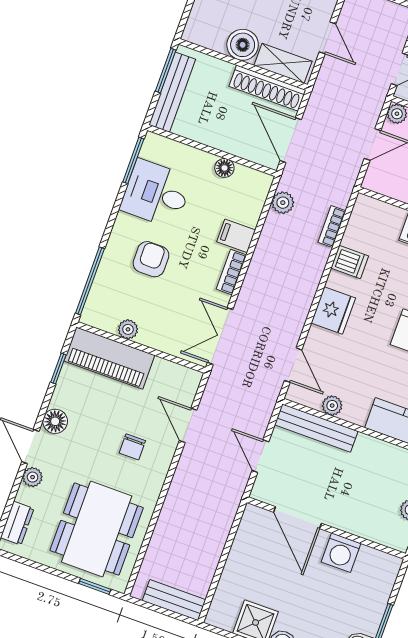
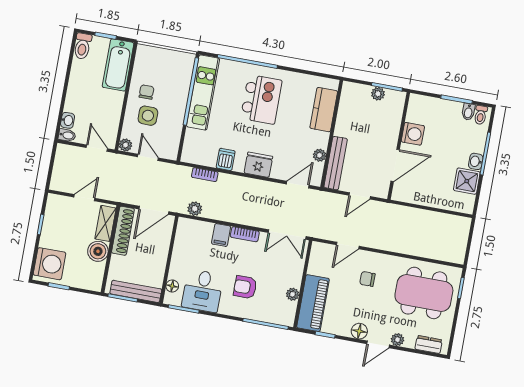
floor lamp: (224, 168) -> (172, 286), moved
chair: (132, 447) -> (367, 279), turned 180
bench: (174, 600) -> (461, 236), removed

